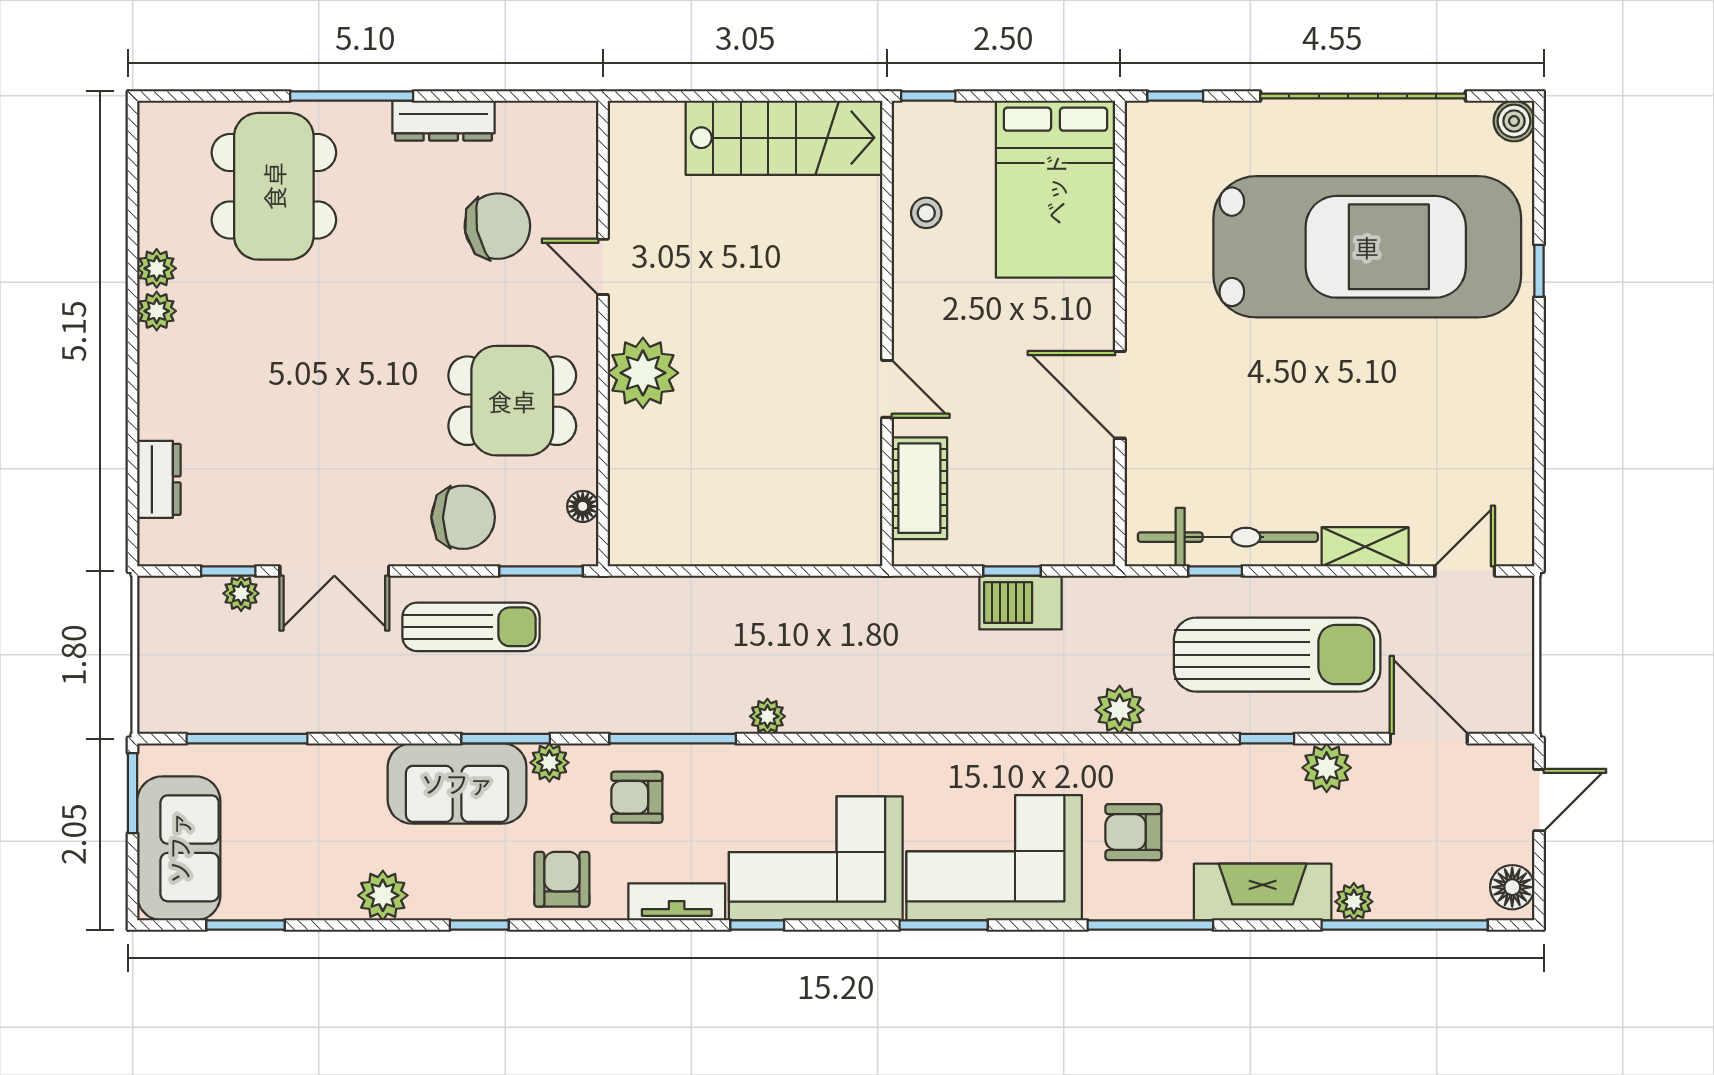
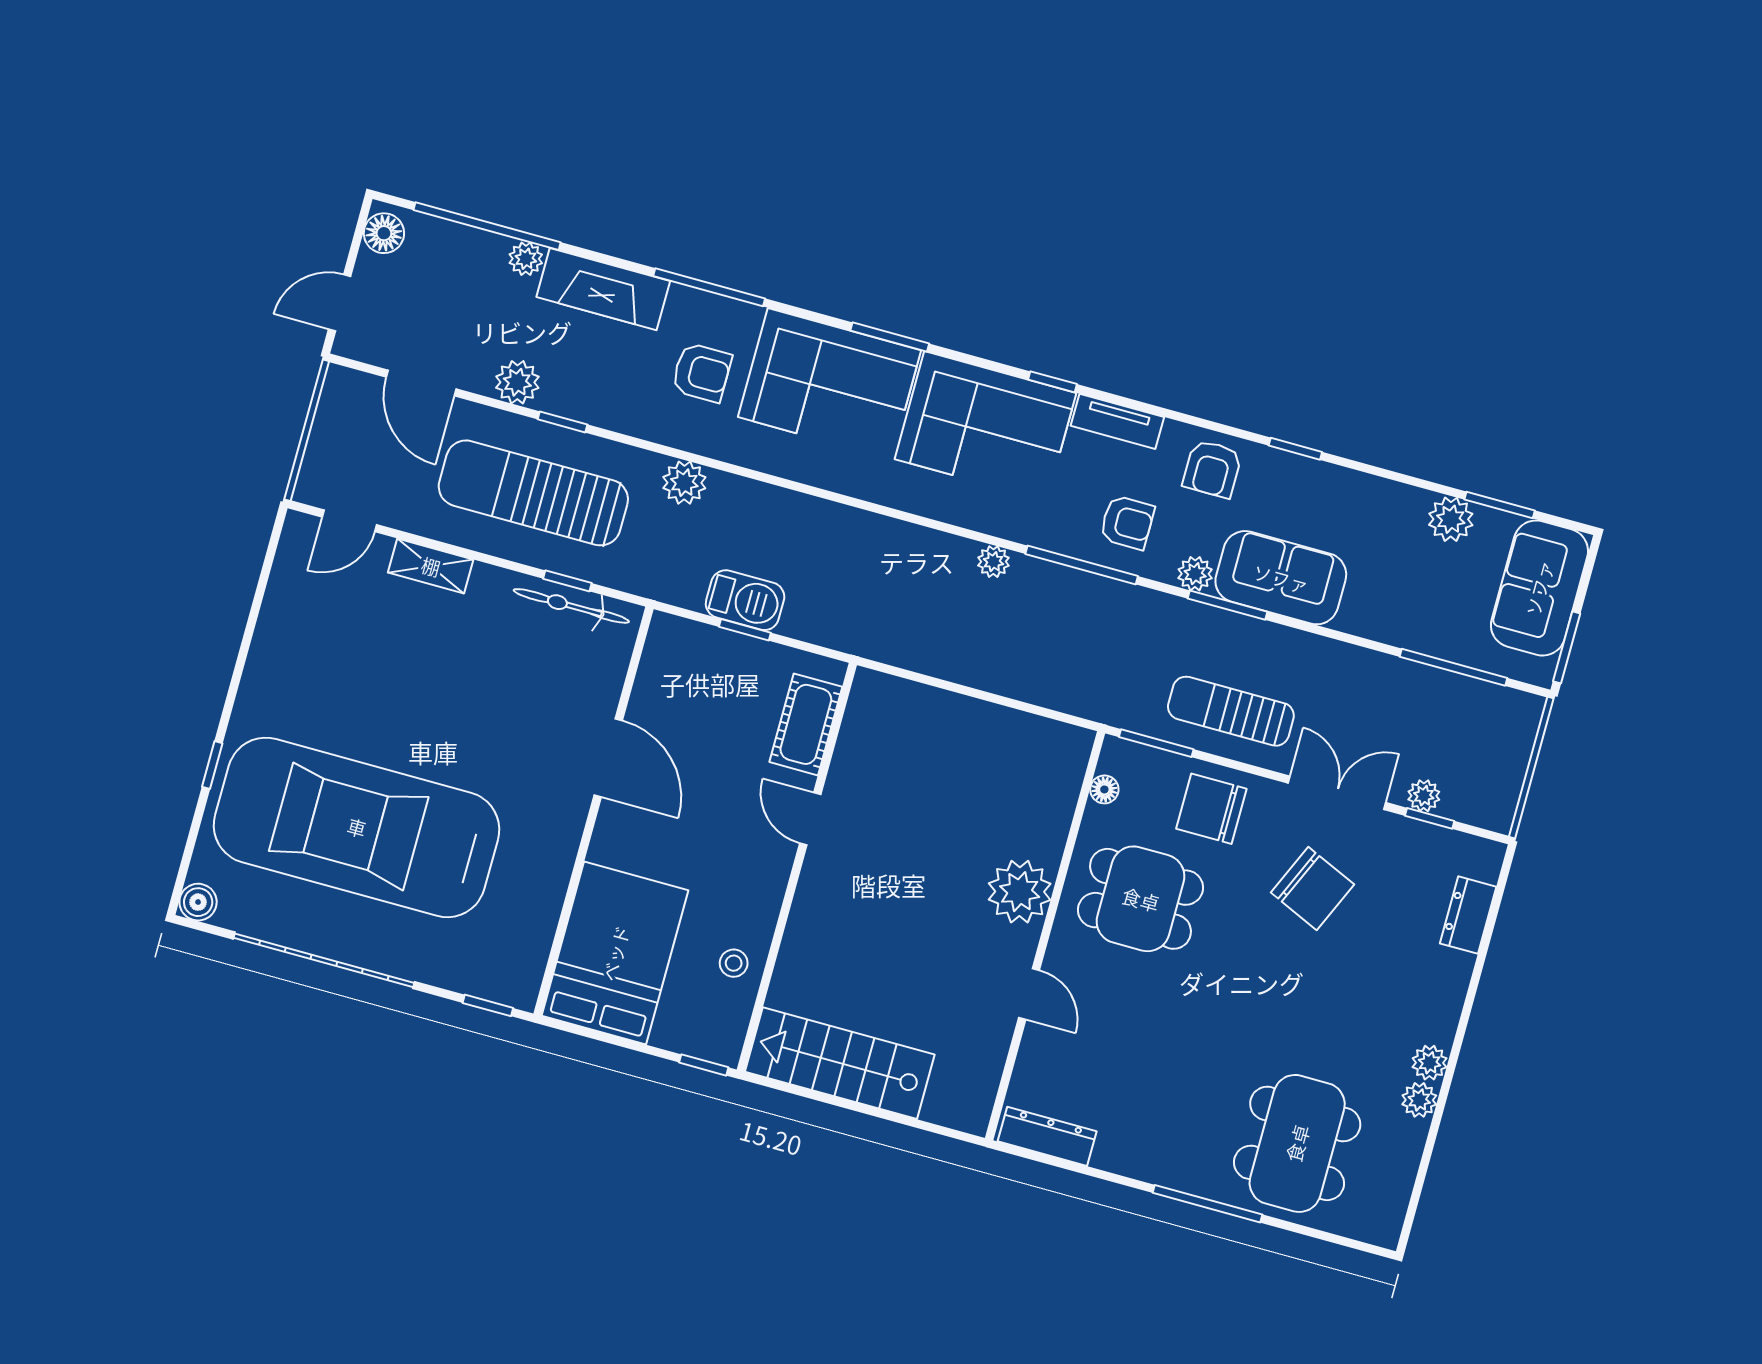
dresser: (443, 121) -> (1047, 1136), moved
chair: (497, 226) -> (1312, 889), moved, turned -145
bicycle: (1228, 537) -> (571, 606), width x0.73, depth x0.71
plant: (383, 895) -> (1451, 519), moved

